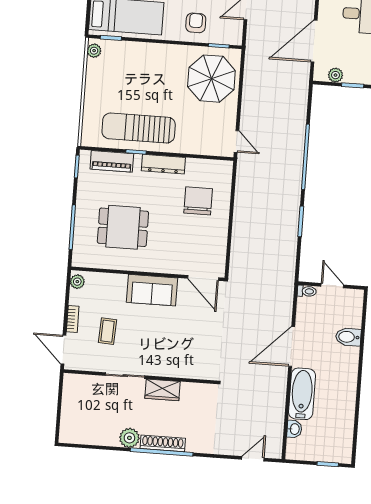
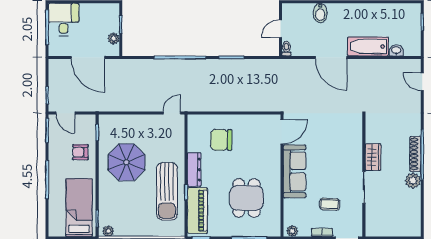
parasol: (211, 79) -> (126, 162), moved
piano: (112, 161) -> (197, 211), width x1.37, depth x1.33
sofa: (152, 290) -> (295, 171), width x1.36

